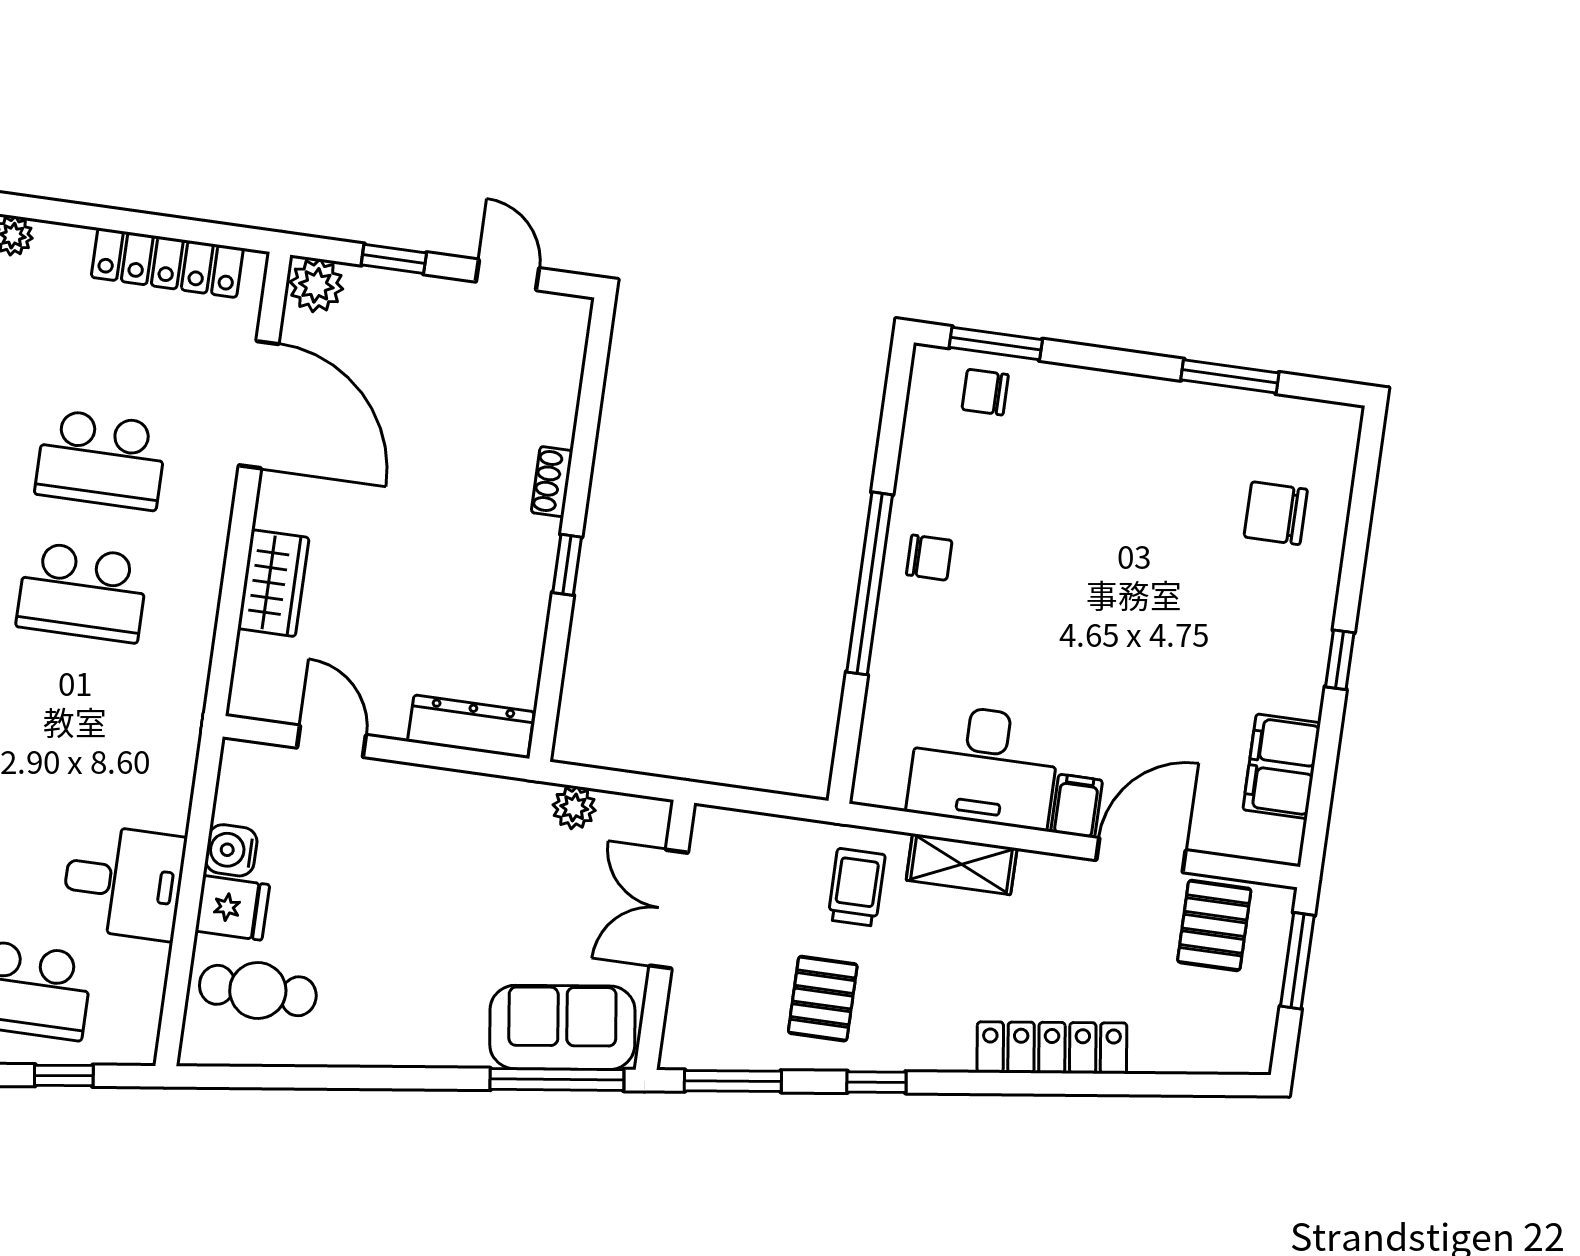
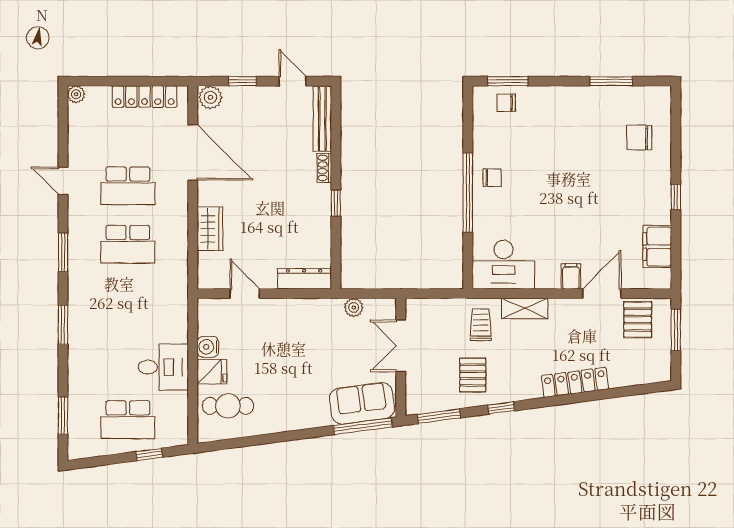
bench: (563, 370) -> (322, 119), added
desk: (984, 766) -> (503, 265), moved

